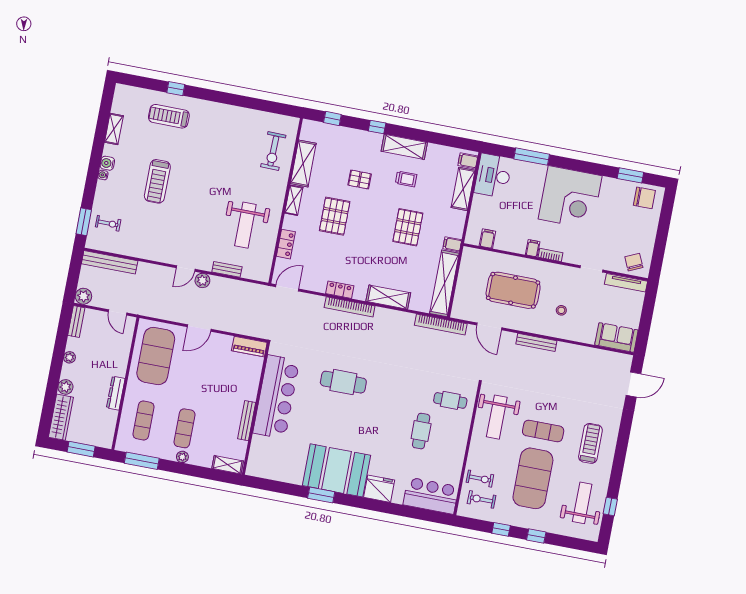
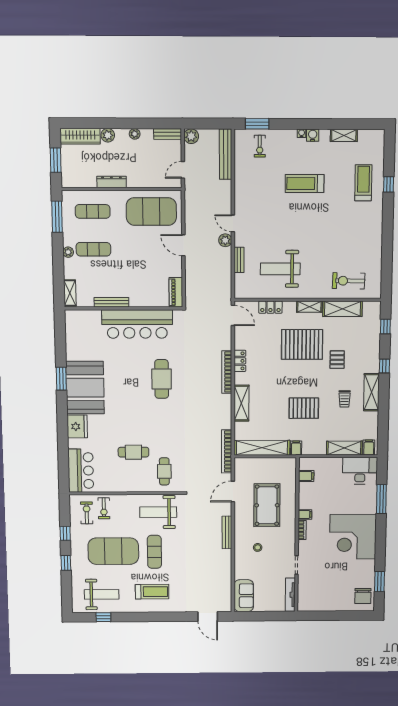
pallet: (335, 216) -> (302, 345), width x1.37, depth x1.41
chair: (634, 262) -> (308, 598), removed

